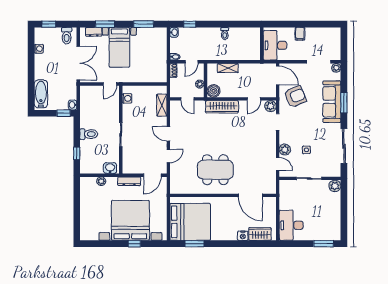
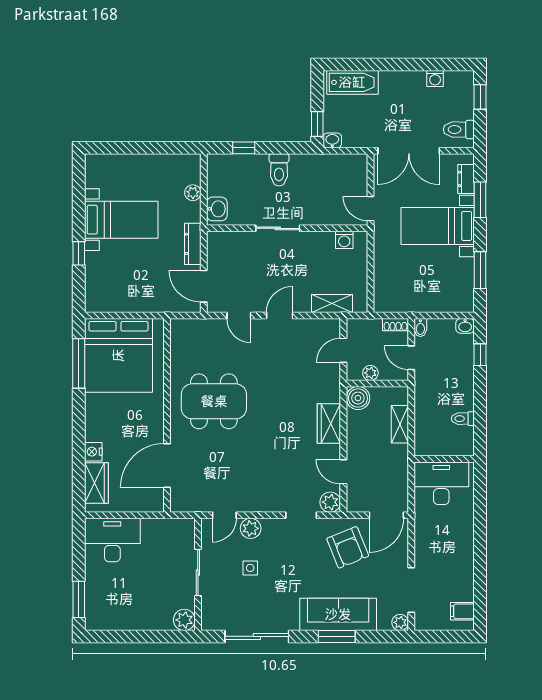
filing cabinet: (300, 34) -> (462, 611), moved
wall: (262, 44) -> (444, 459), moved
desk: (275, 45) -> (441, 483), moved
wardrobe: (222, 107) -> (329, 424), width x0.67
dining table: (215, 170) -> (214, 401), turned 90
bed with nightstands: (130, 220) -> (121, 220), width x0.54
window: (195, 244) -> (79, 363), width x1.44

